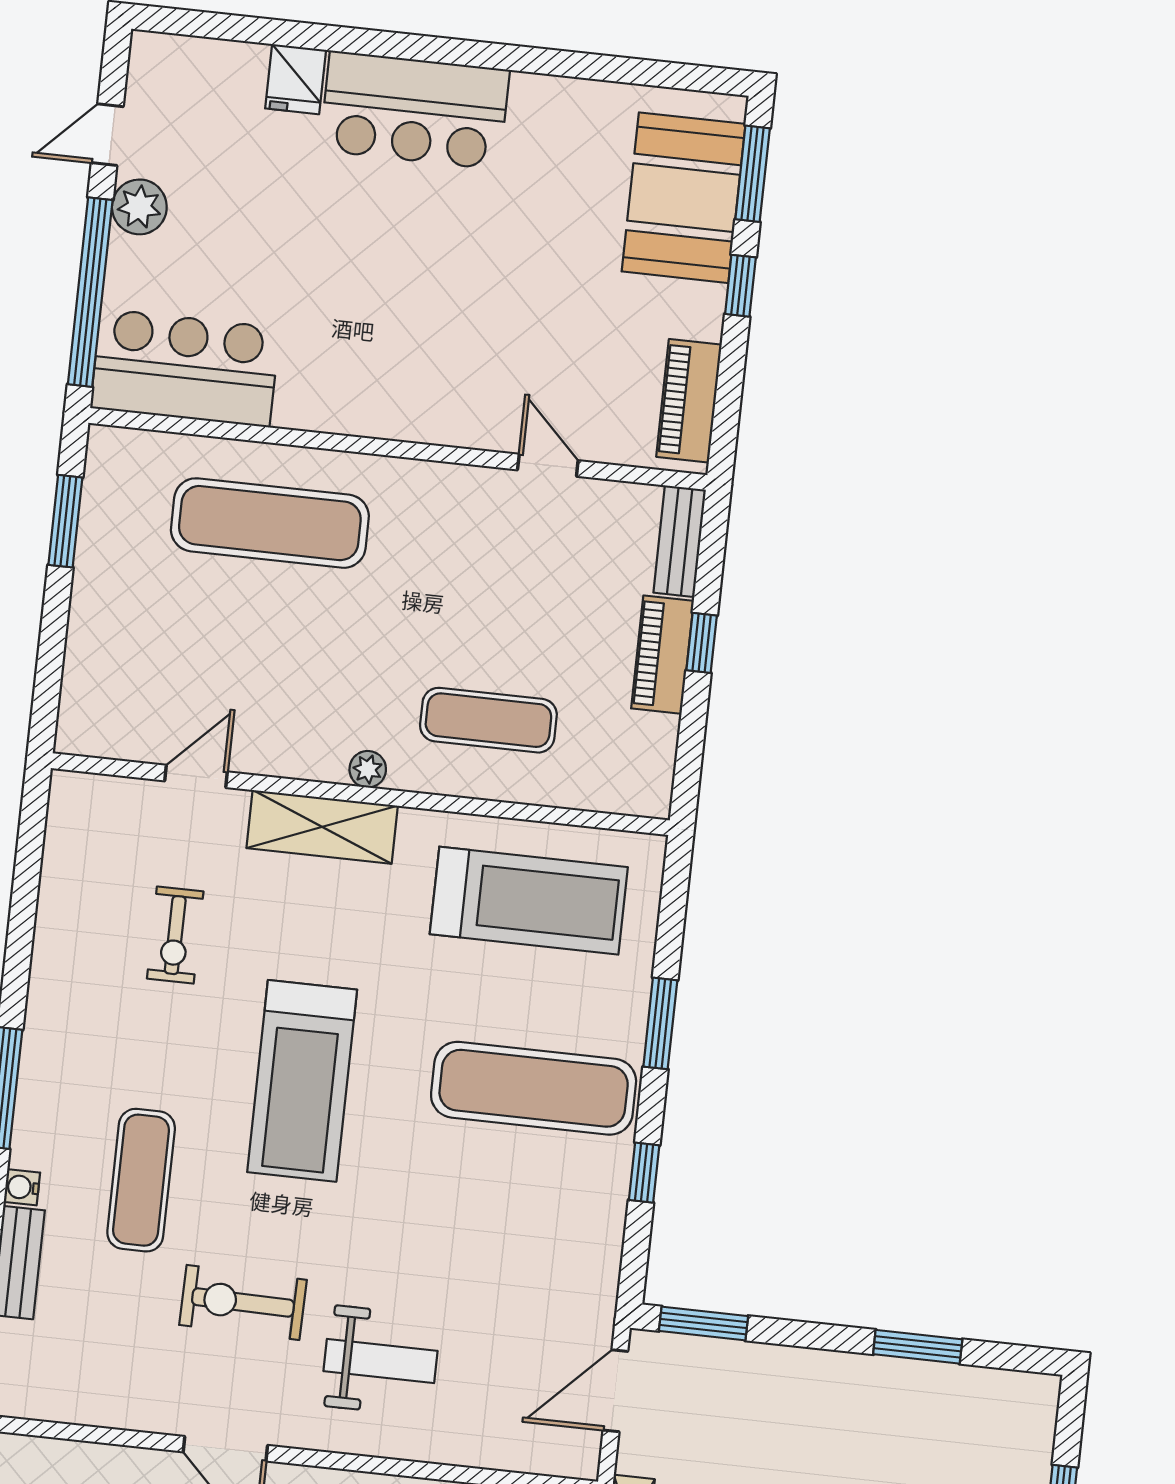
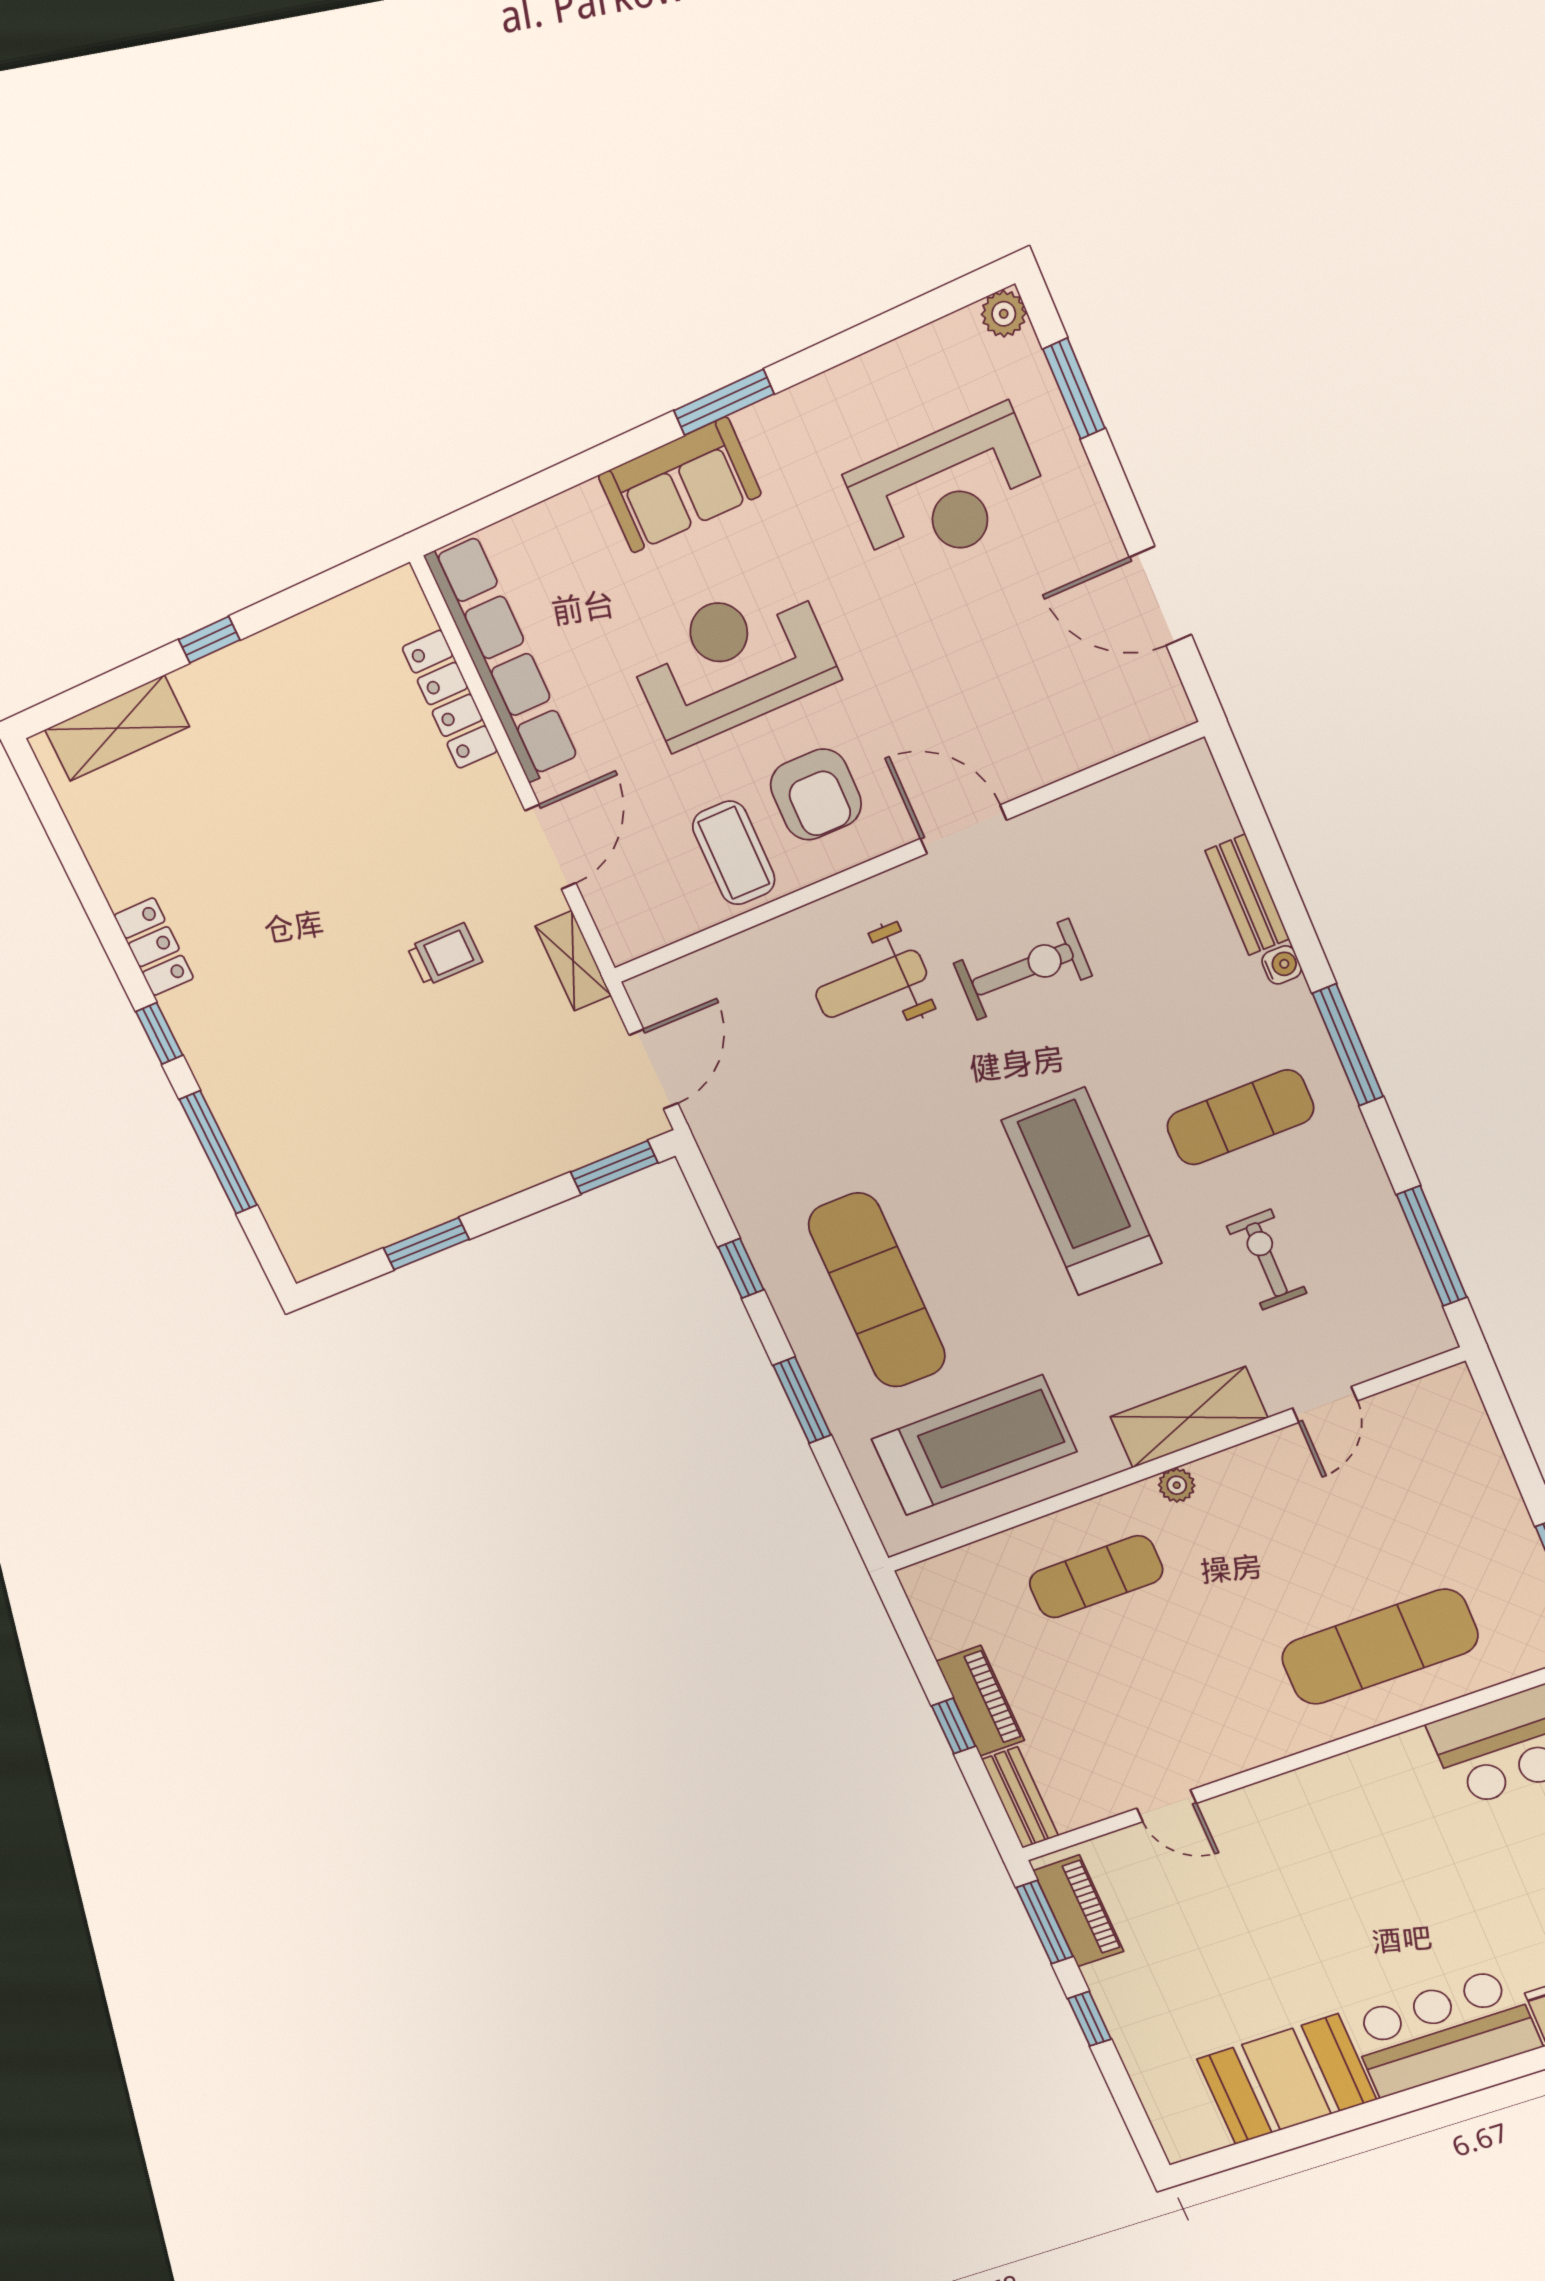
window: (753, 174) -> (1045, 1922), moved
booth: (684, 198) -> (1287, 2079), moved, turned 90
window: (27, 872) -> (1432, 1246), added
treadmill: (529, 901) -> (974, 1445), turned 180
exercise mat: (534, 1088) -> (877, 1290), turned 90
exercise mat: (141, 1180) -> (1240, 1117), moved, turned 90

